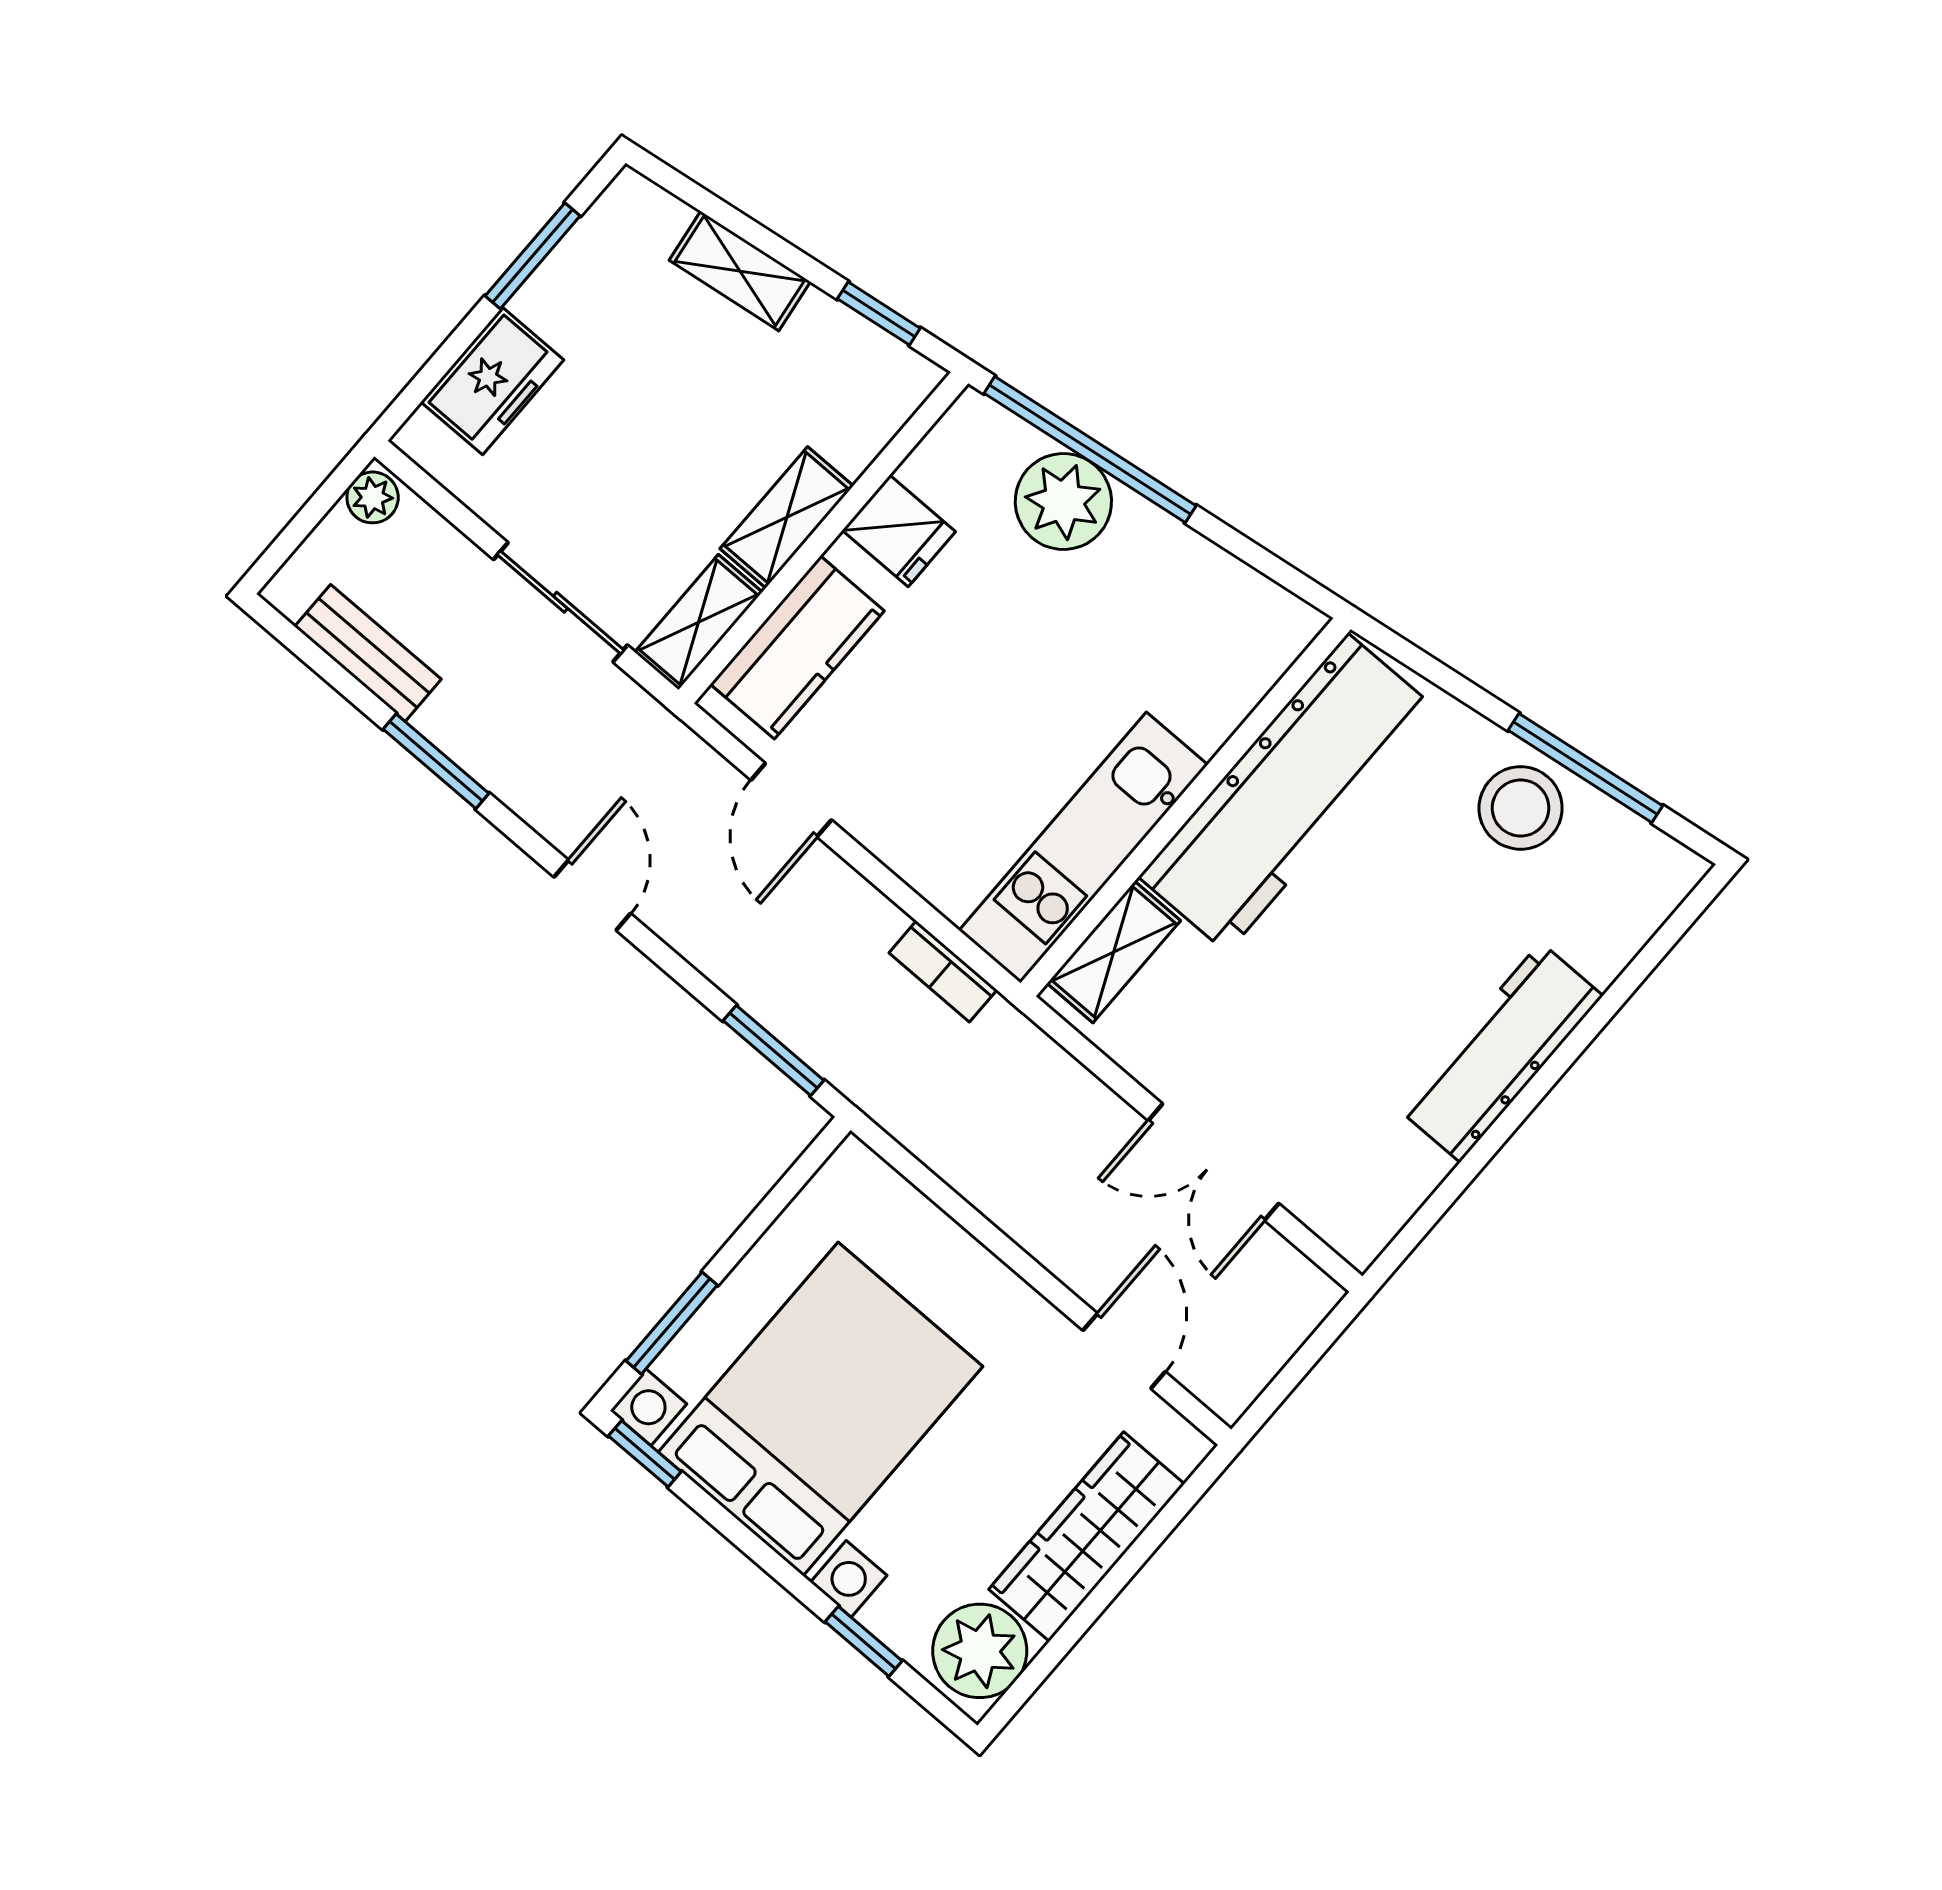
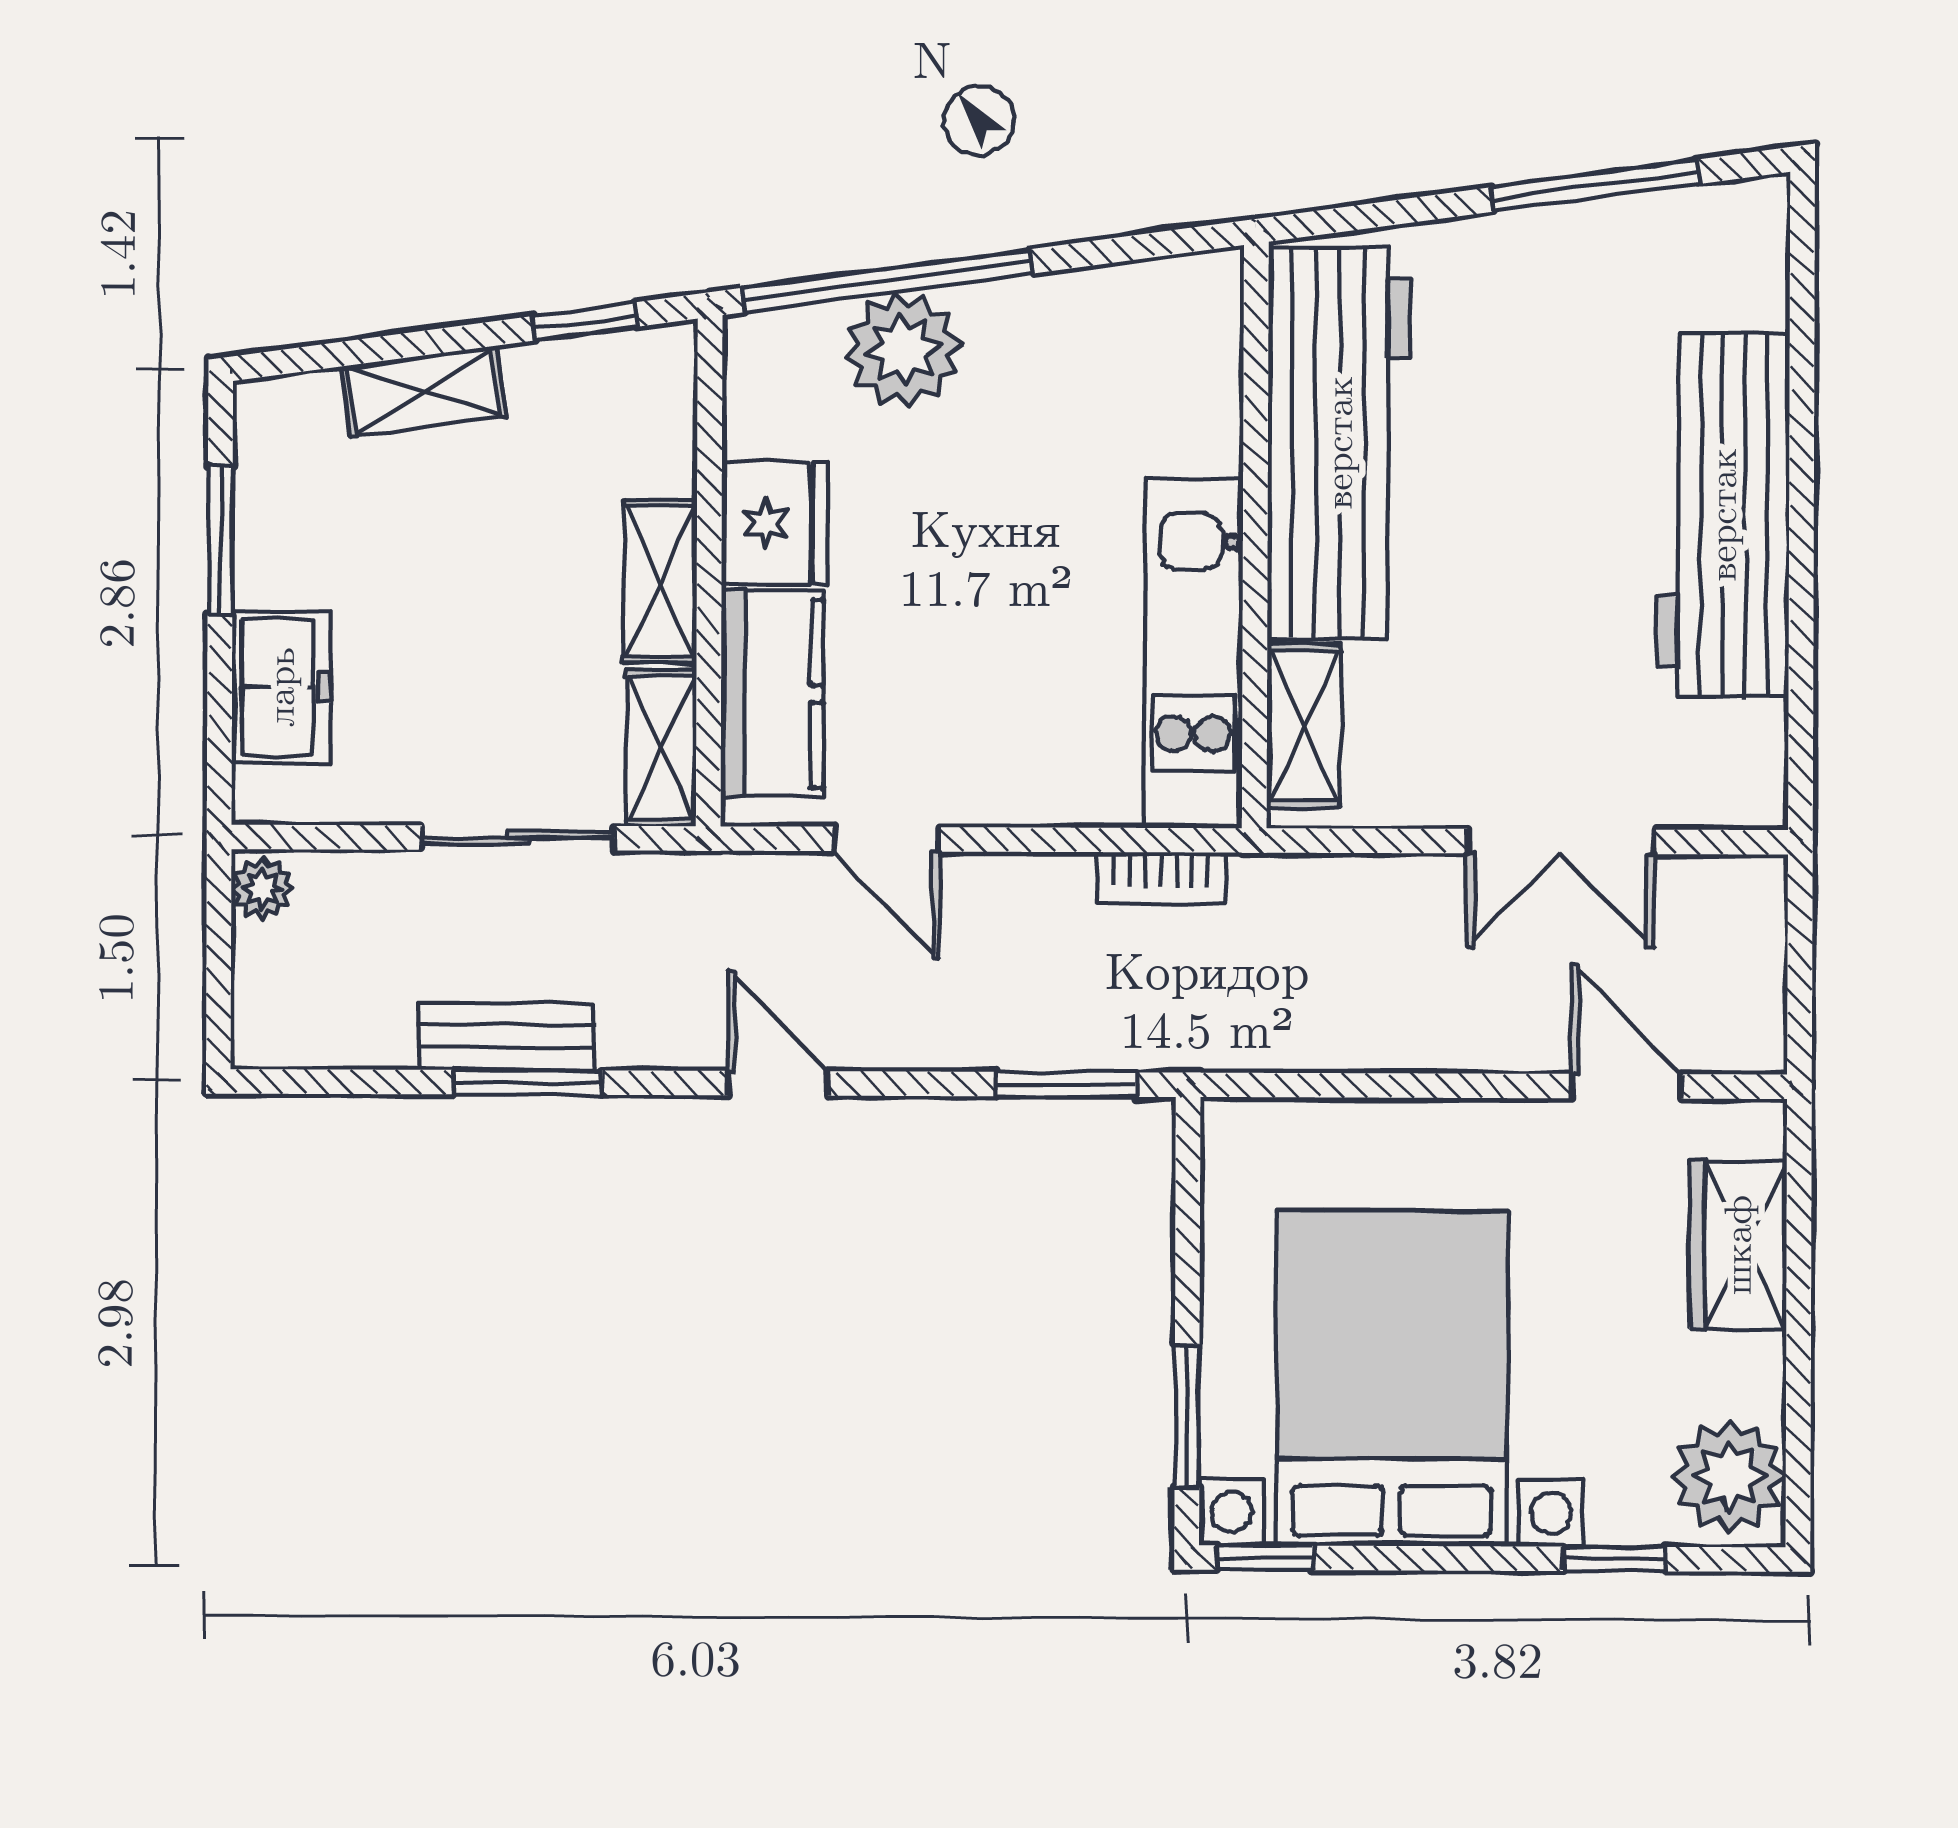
fridge: (899, 531) -> (774, 523), width x1.38
bench: (368, 653) -> (506, 1036), moved
stool: (1521, 808) -> (1566, 273), removed
workbench: (1500, 1052) -> (1723, 515), width x1.36, depth x1.32
wardrobe: (1087, 1537) -> (1738, 1245), width x0.67

